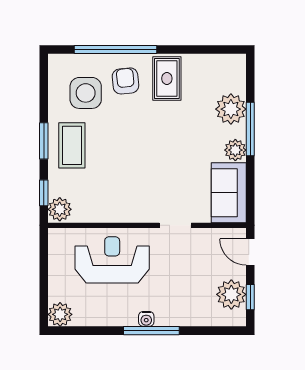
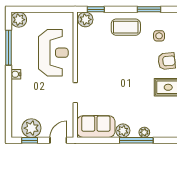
side table: (86, 93) -> (159, 36), width x0.54, depth x0.54
plant: (231, 109) -> (144, 132), width x0.53, depth x0.53
window: (44, 141) -> (149, 9), moved
window: (151, 331) -> (8, 48), moved

